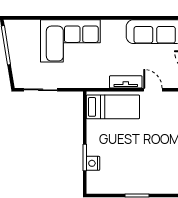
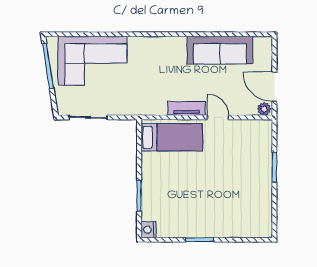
corner sofa: (70, 41) -> (93, 61), moved
nightstand: (93, 163) -> (149, 230), moved

